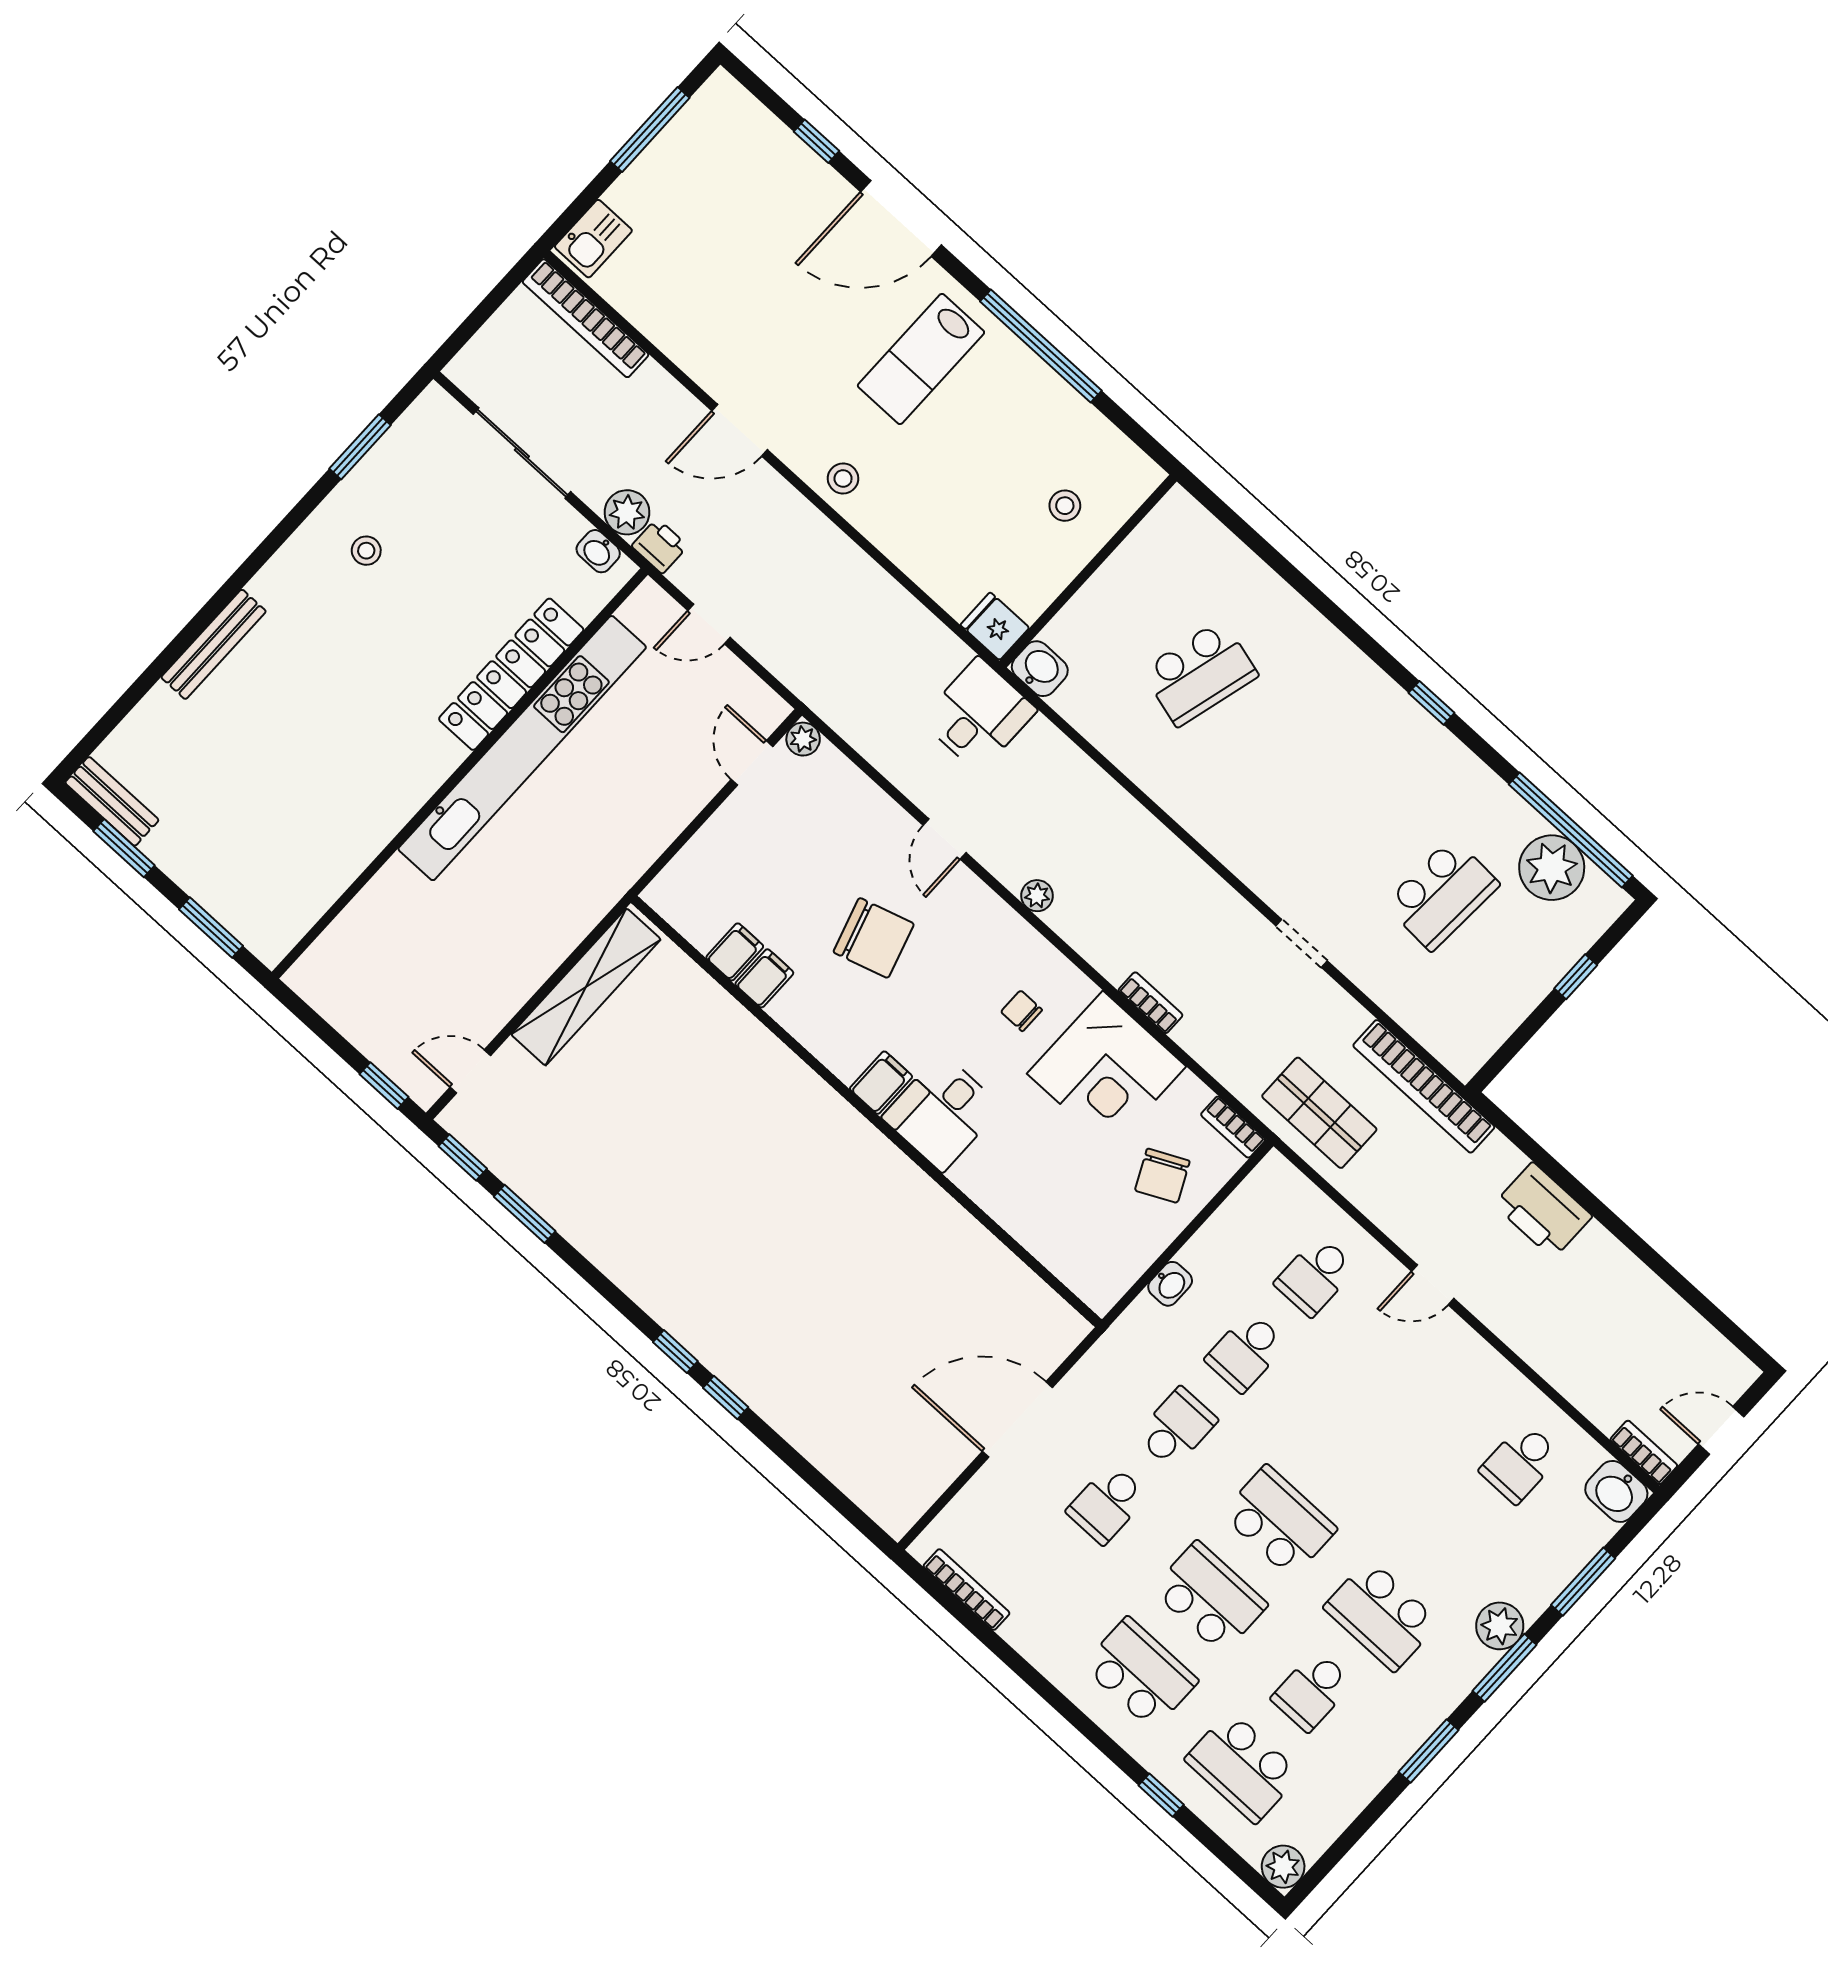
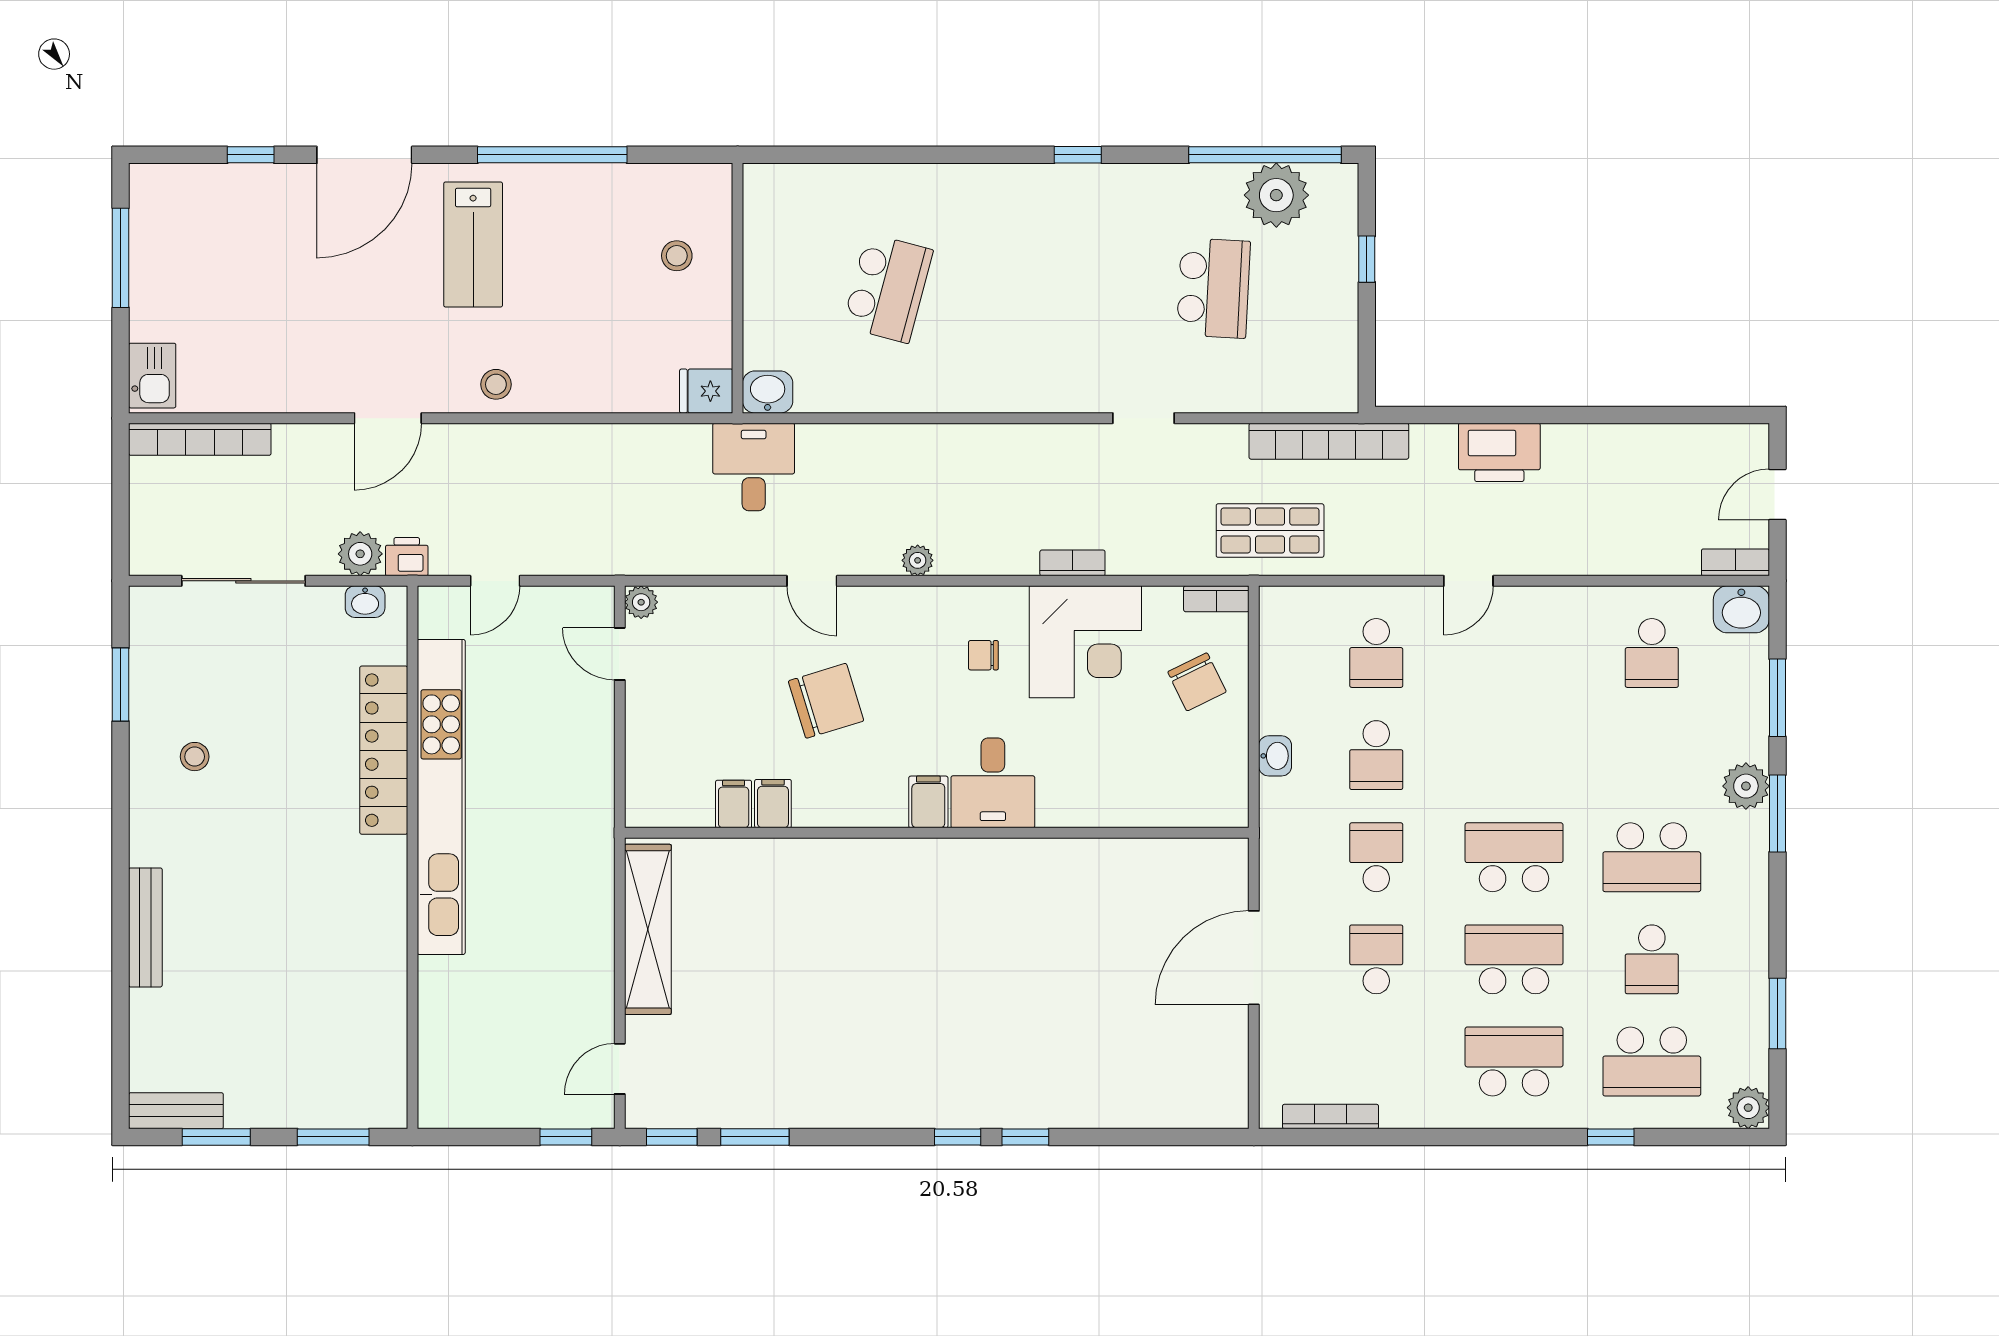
school desk: (1107, 1504) -> (1376, 959), turned 180
window: (1429, 1751) -> (1777, 1014), moved

